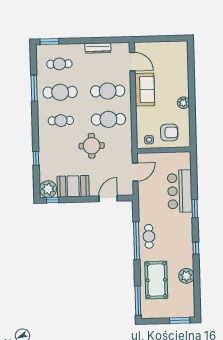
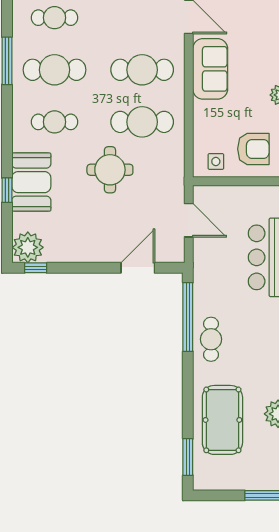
door: (135, 172) -> (189, 220), hinge flipped
booth: (73, 186) -> (31, 182), moved, turned 90
window: (136, 241) -> (188, 317), moved
window: (138, 301) -> (188, 457), width x0.69

